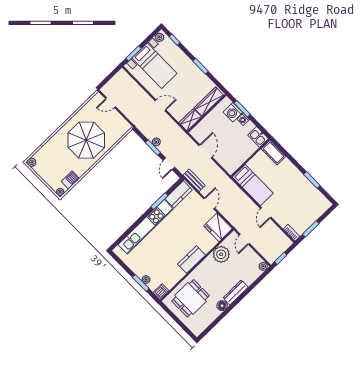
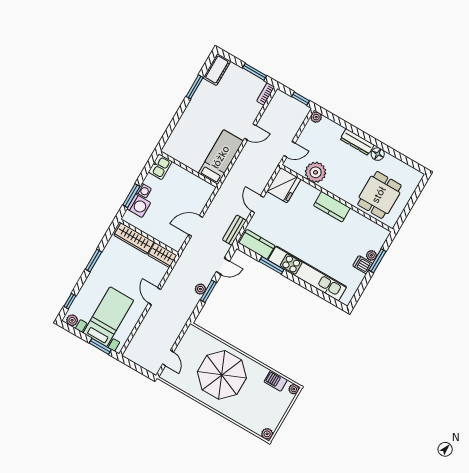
cot: (274, 153) -> (217, 70), moved
door: (209, 203) -> (258, 204), hinge flipped
dishwasher: (161, 292) -> (363, 265), moved
dining table: (191, 298) -> (379, 195), turned 90

